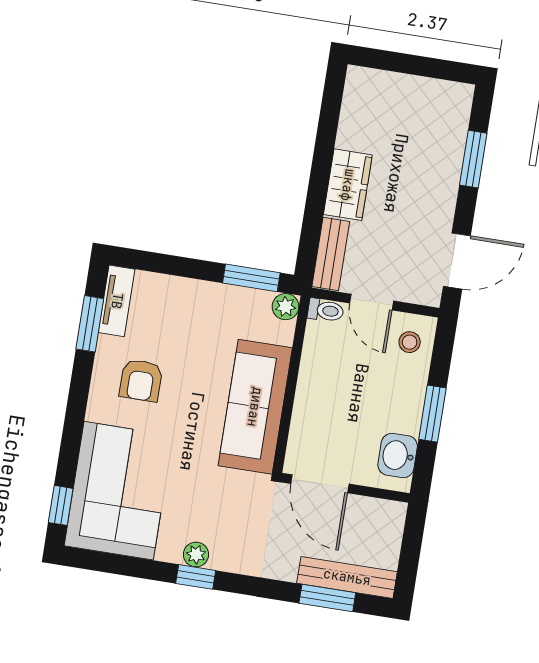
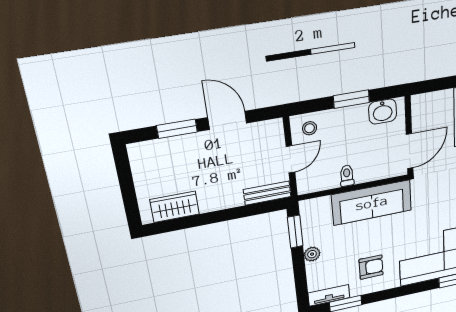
wardrobe: (348, 185) -> (175, 207), moved
door: (457, 261) -> (227, 120), moved
plant: (286, 307) -> (312, 254), moved
toilet: (326, 310) -> (347, 176), moved

